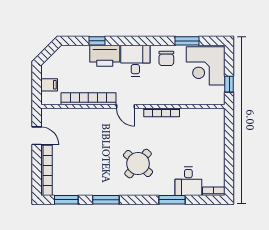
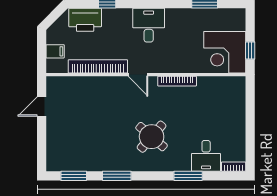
printer: (105, 56) -> (85, 20), moved
chair: (166, 58) -> (182, 23), removed
corner desk: (206, 66) -> (225, 52), moved
door: (37, 136) -> (42, 107), swing flipped
bookcase: (46, 170) -> (52, 144), removed

